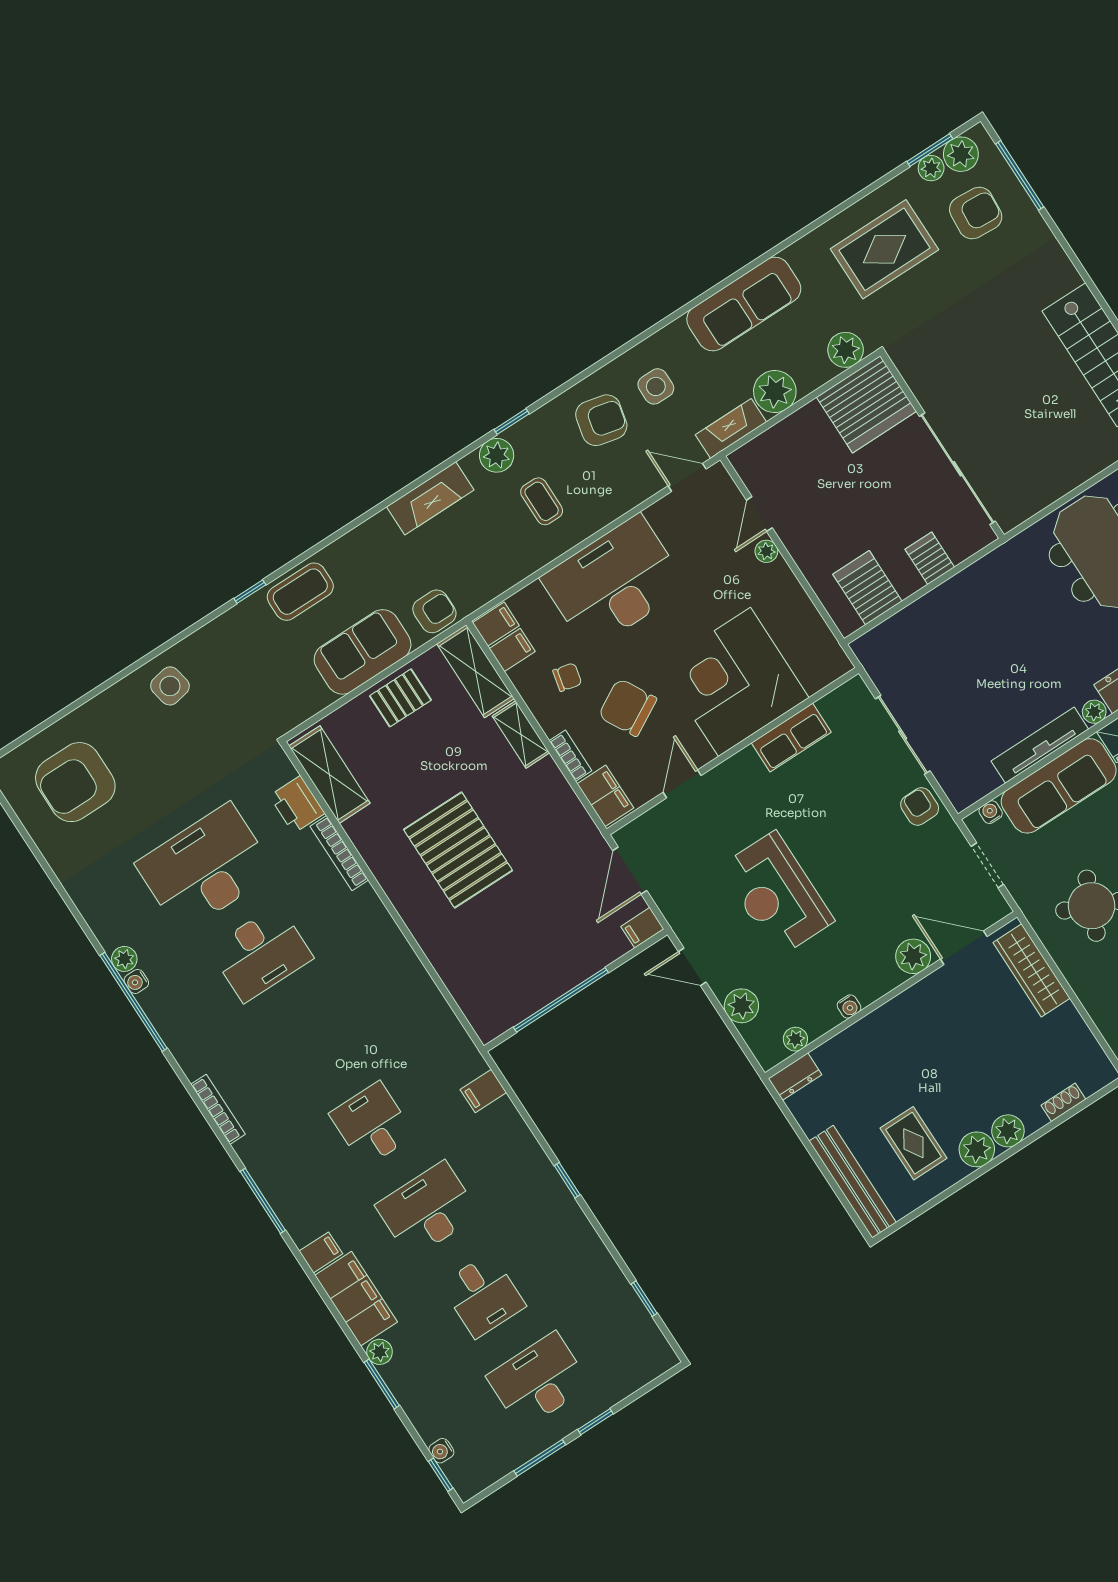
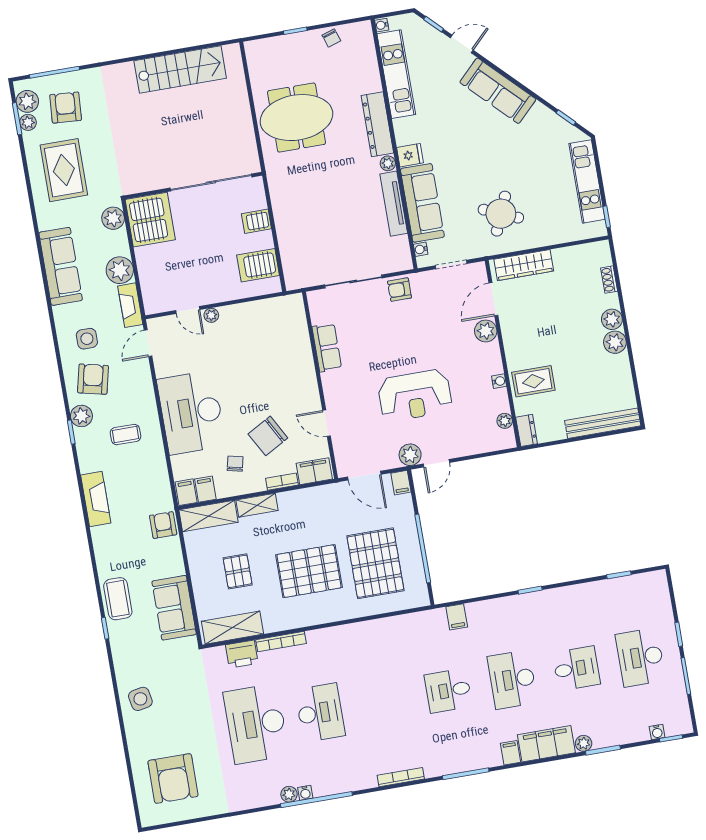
plant: (497, 455) -> (81, 416), moved
sofa: (363, 652) -> (174, 608), moved
corner desk: (734, 682) -> (280, 367), removed
pallet: (400, 698) -> (238, 571), moved
pallet: (510, 941) -> (375, 563), added
plant: (741, 1006) -> (410, 455), moved
rug: (913, 1143) -> (533, 381), moved

